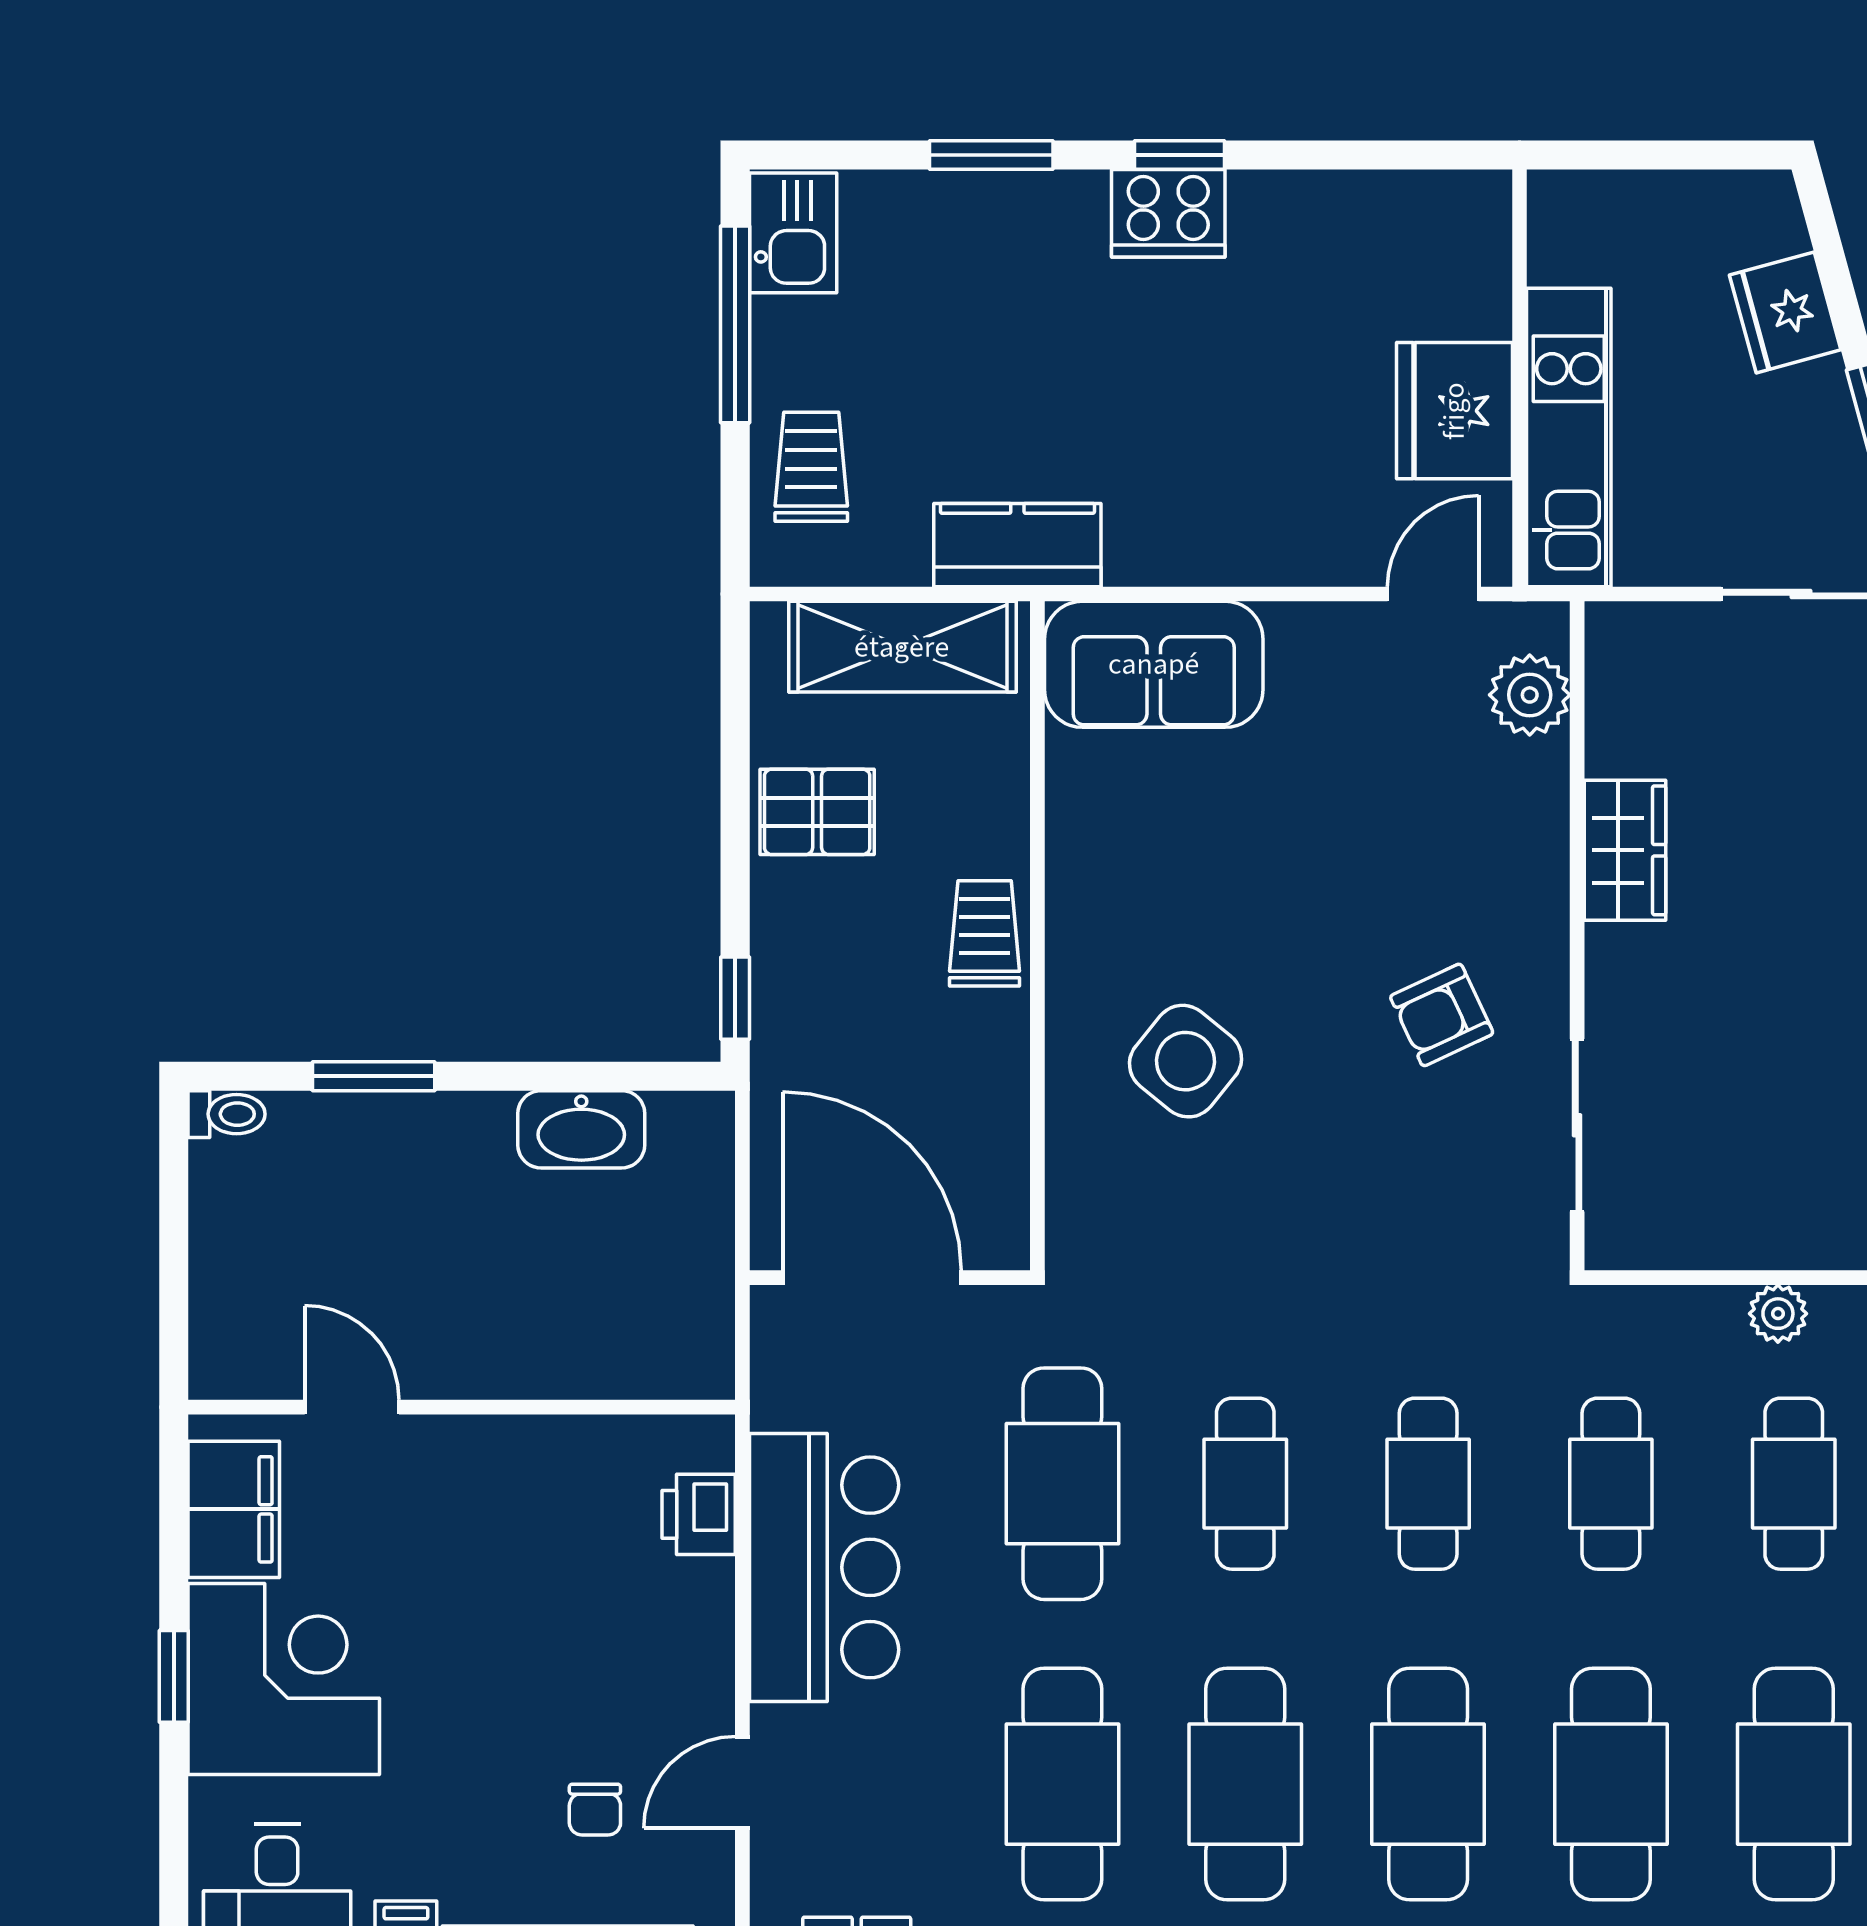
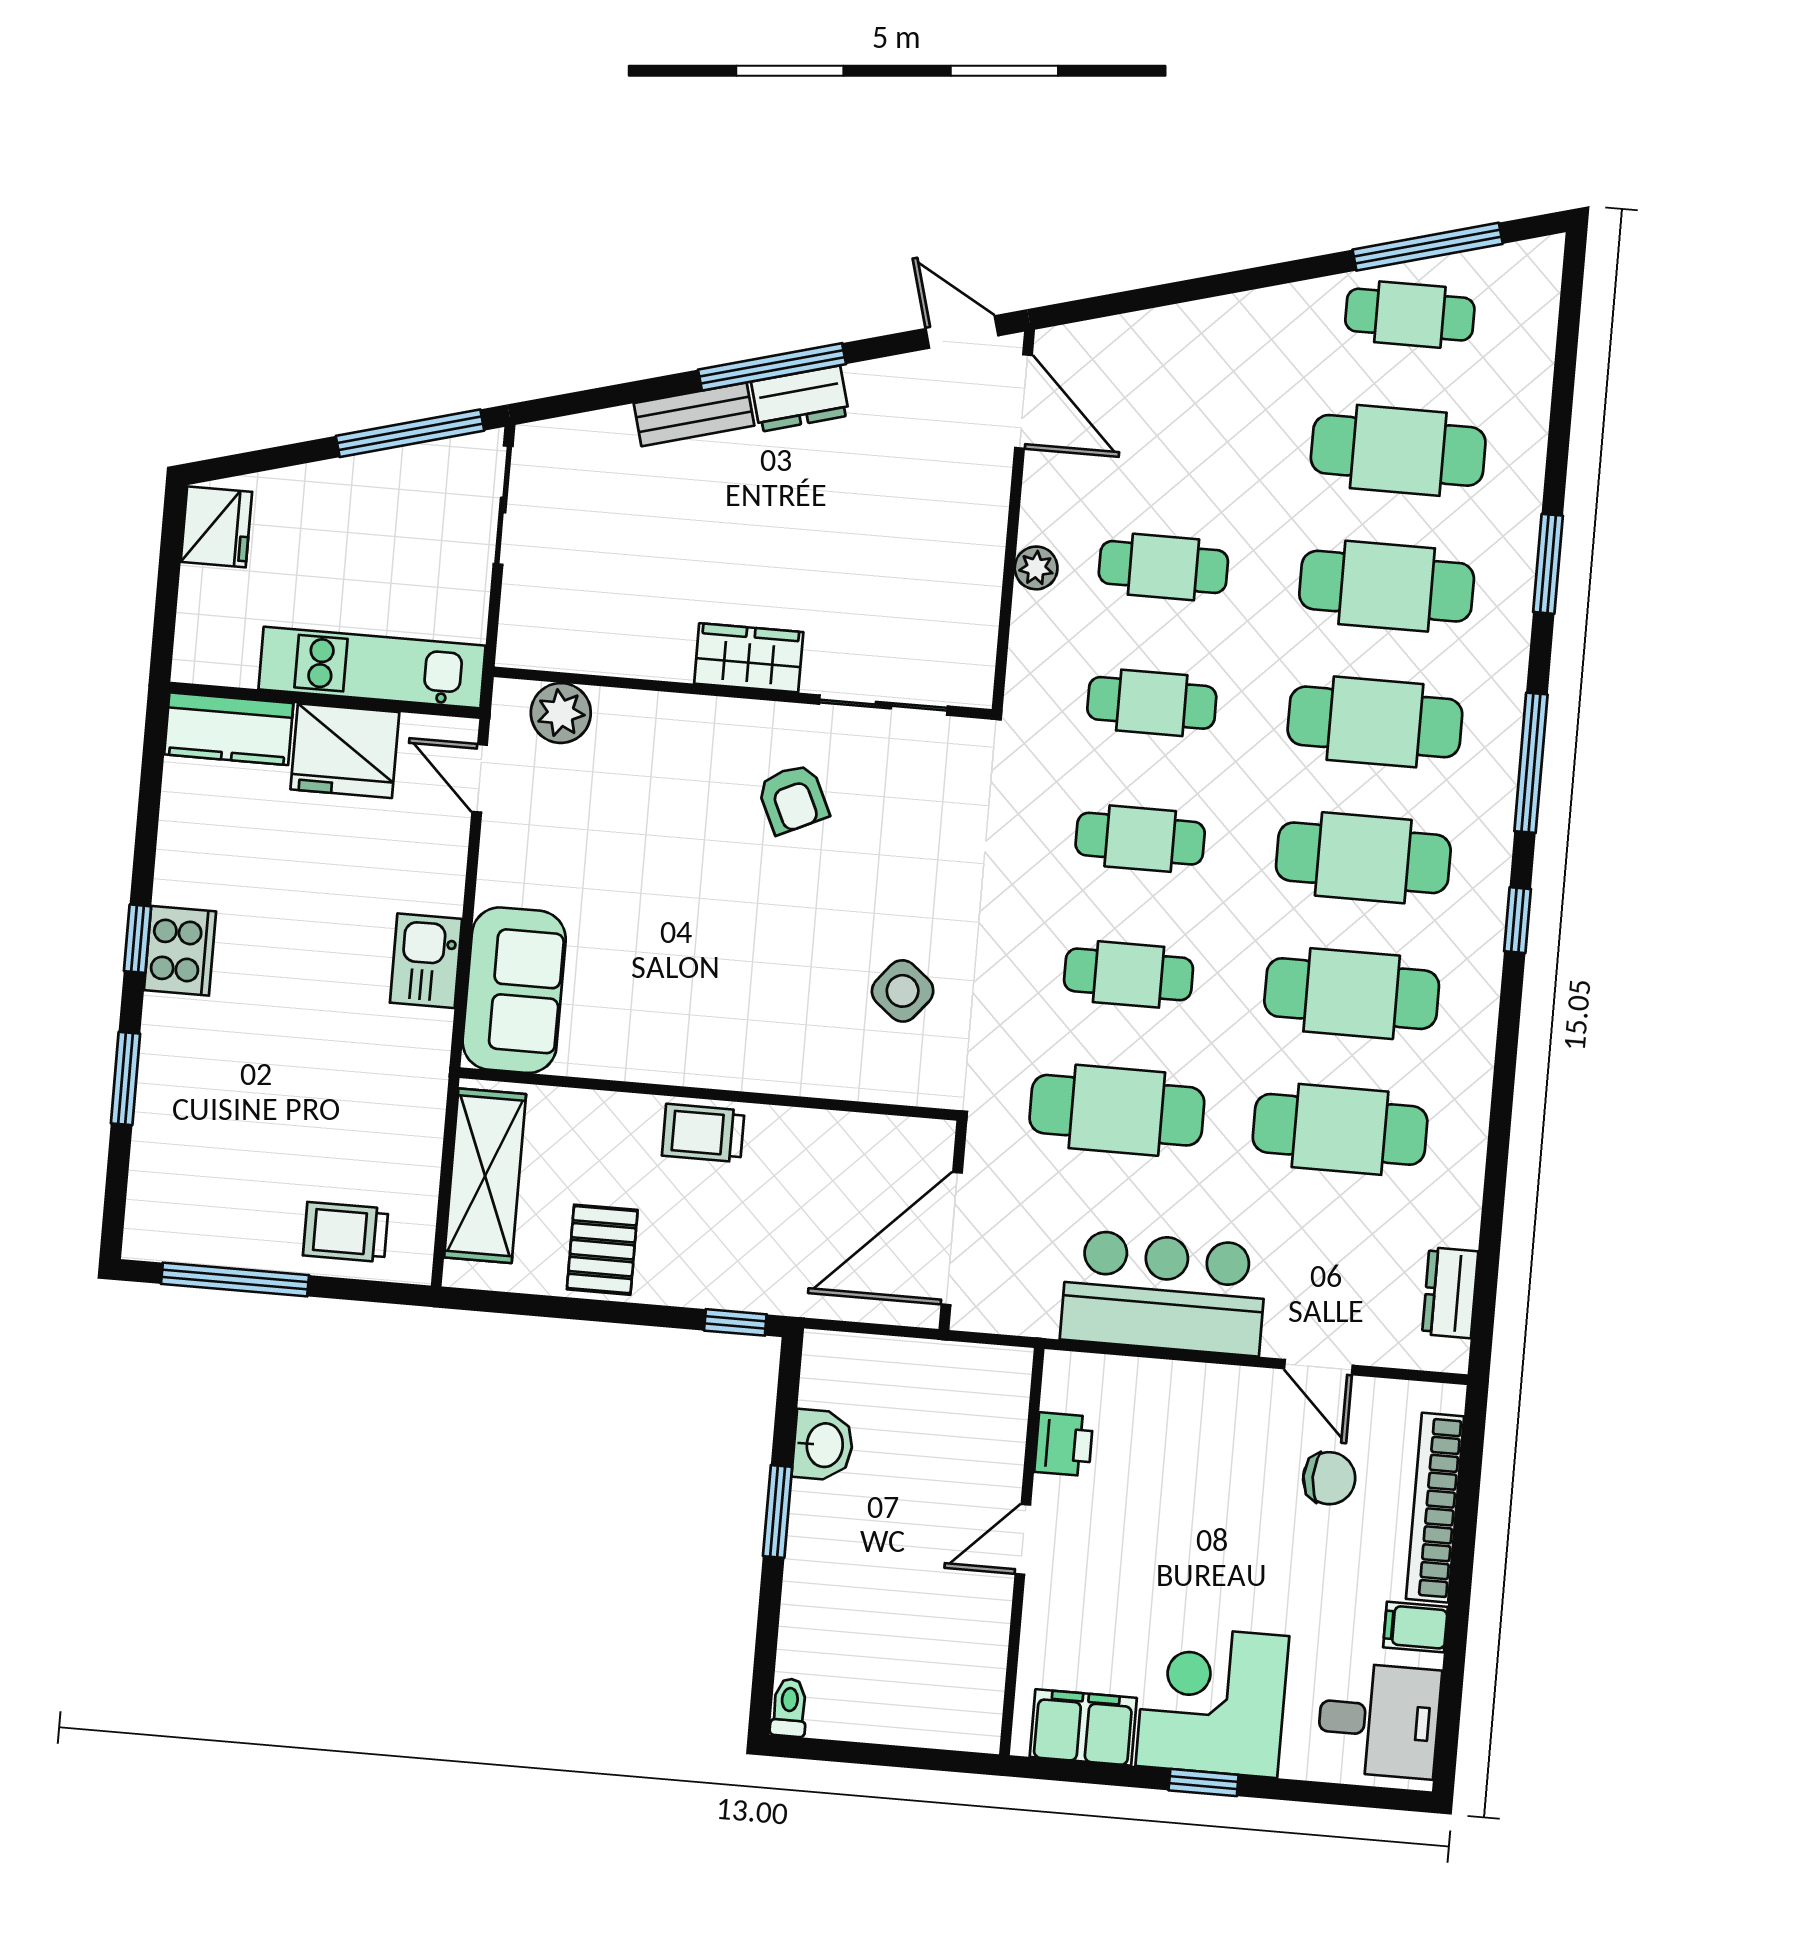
kitchen sink: (793, 233) -> (426, 961), moved, turned -90
fridge: (1785, 312) -> (216, 527), moved, turned -75
kitchen counter: (1017, 545) -> (229, 729), moved, turned -90
wardrobe: (1625, 850) -> (749, 658), moved
side table: (1186, 1061) -> (903, 991), moved, width x0.73, depth x0.73
window: (374, 1076) -> (778, 1511), moved
washbasin: (581, 1129) -> (823, 1445), width x0.72
door: (352, 1407) -> (1023, 1539), moved
printer: (699, 1514) -> (1064, 1444), moved, turned -90
chair: (595, 1810) -> (1329, 1478), width x1.37, depth x1.37

